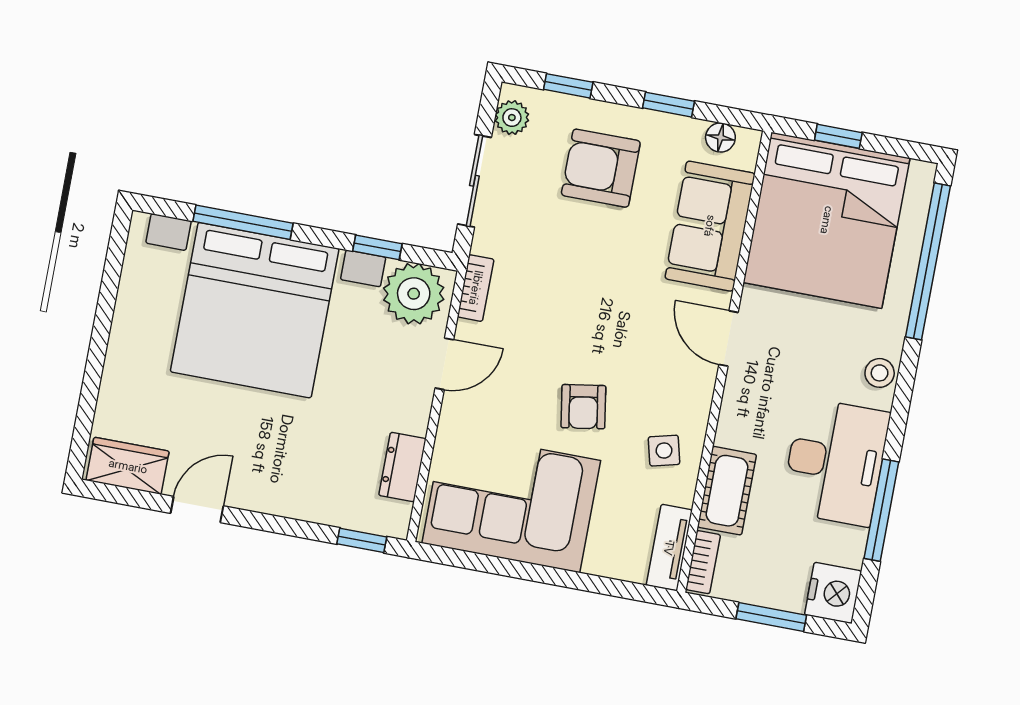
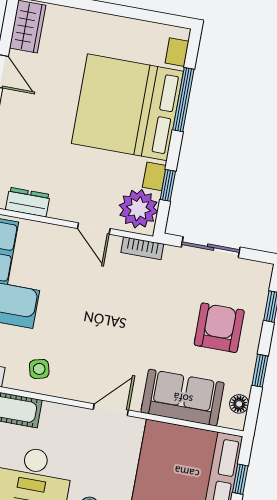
plant: (512, 118) -> (251, 271), removed
armchair: (583, 407) -> (67, 317), removed

